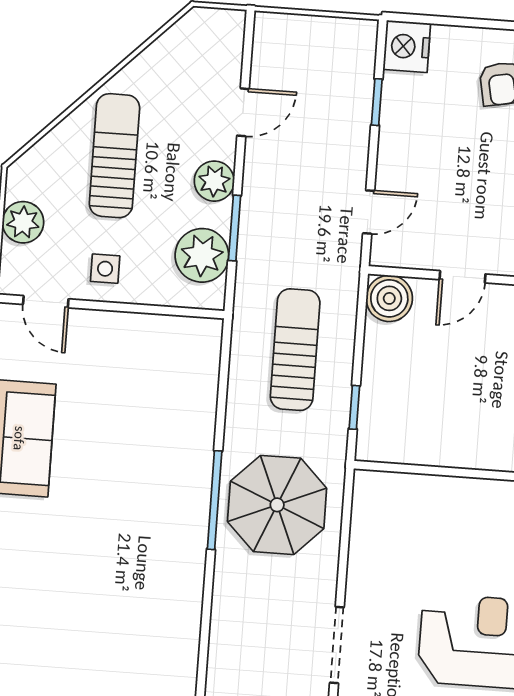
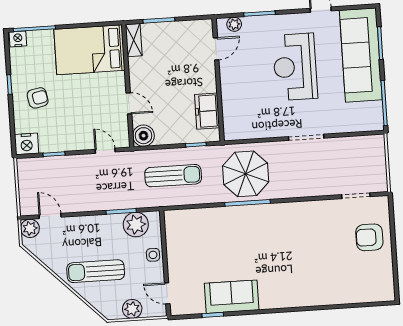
door: (243, 112) -> (50, 216), moved
plant: (214, 181) -> (30, 228), moved
side table: (105, 269) -> (153, 255), moved
door: (46, 302) -> (167, 293), swing flipped
sun lounger: (295, 350) -> (173, 176), turned 180
freezer: (423, 441) -> (207, 111), added

